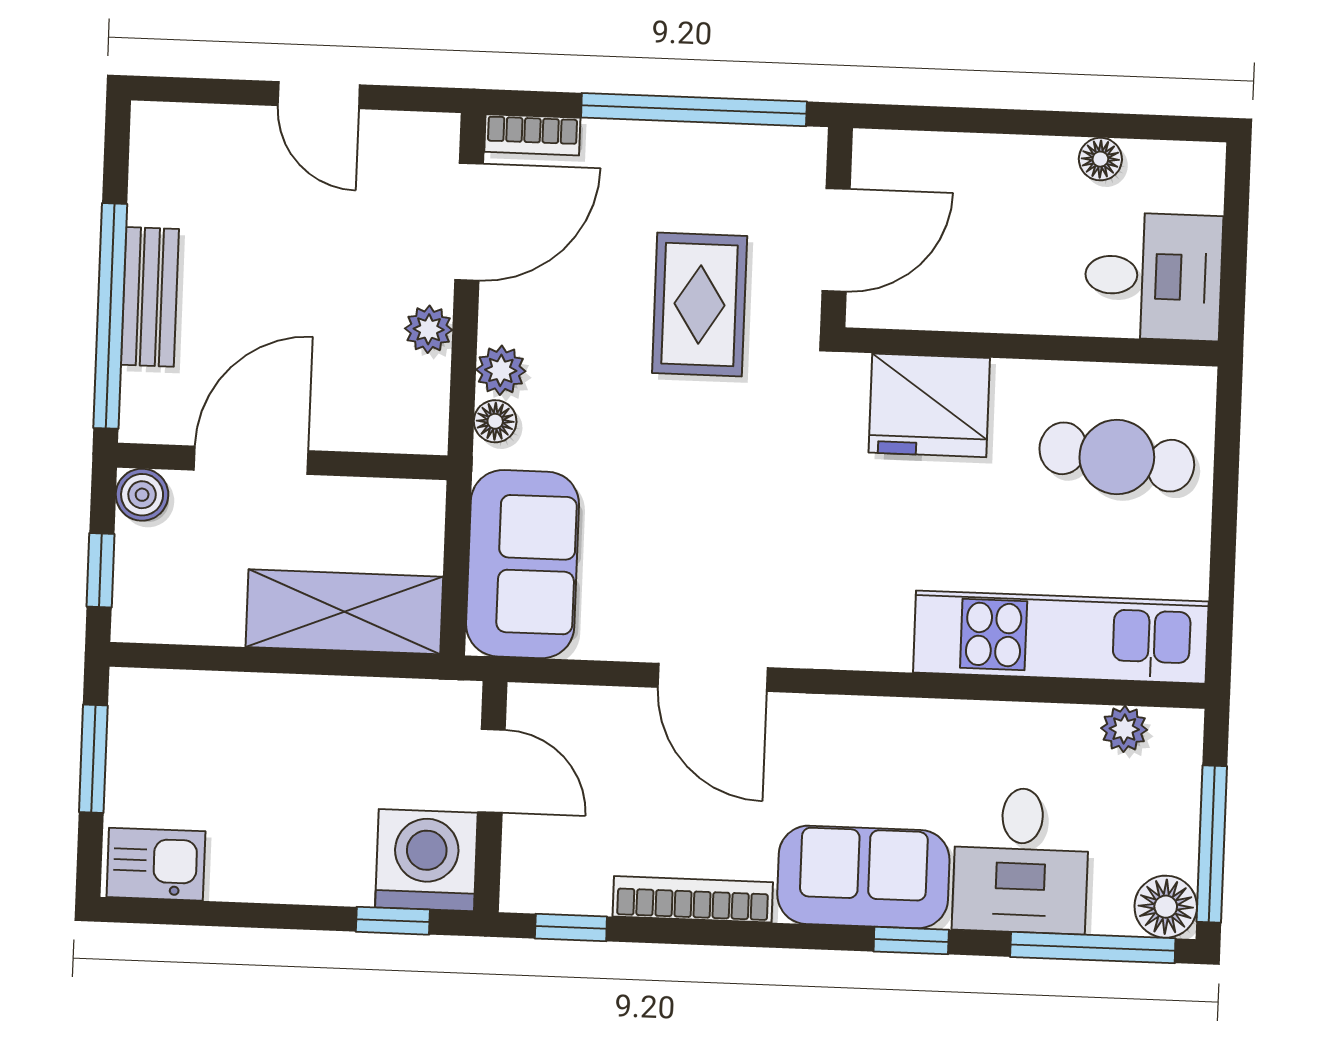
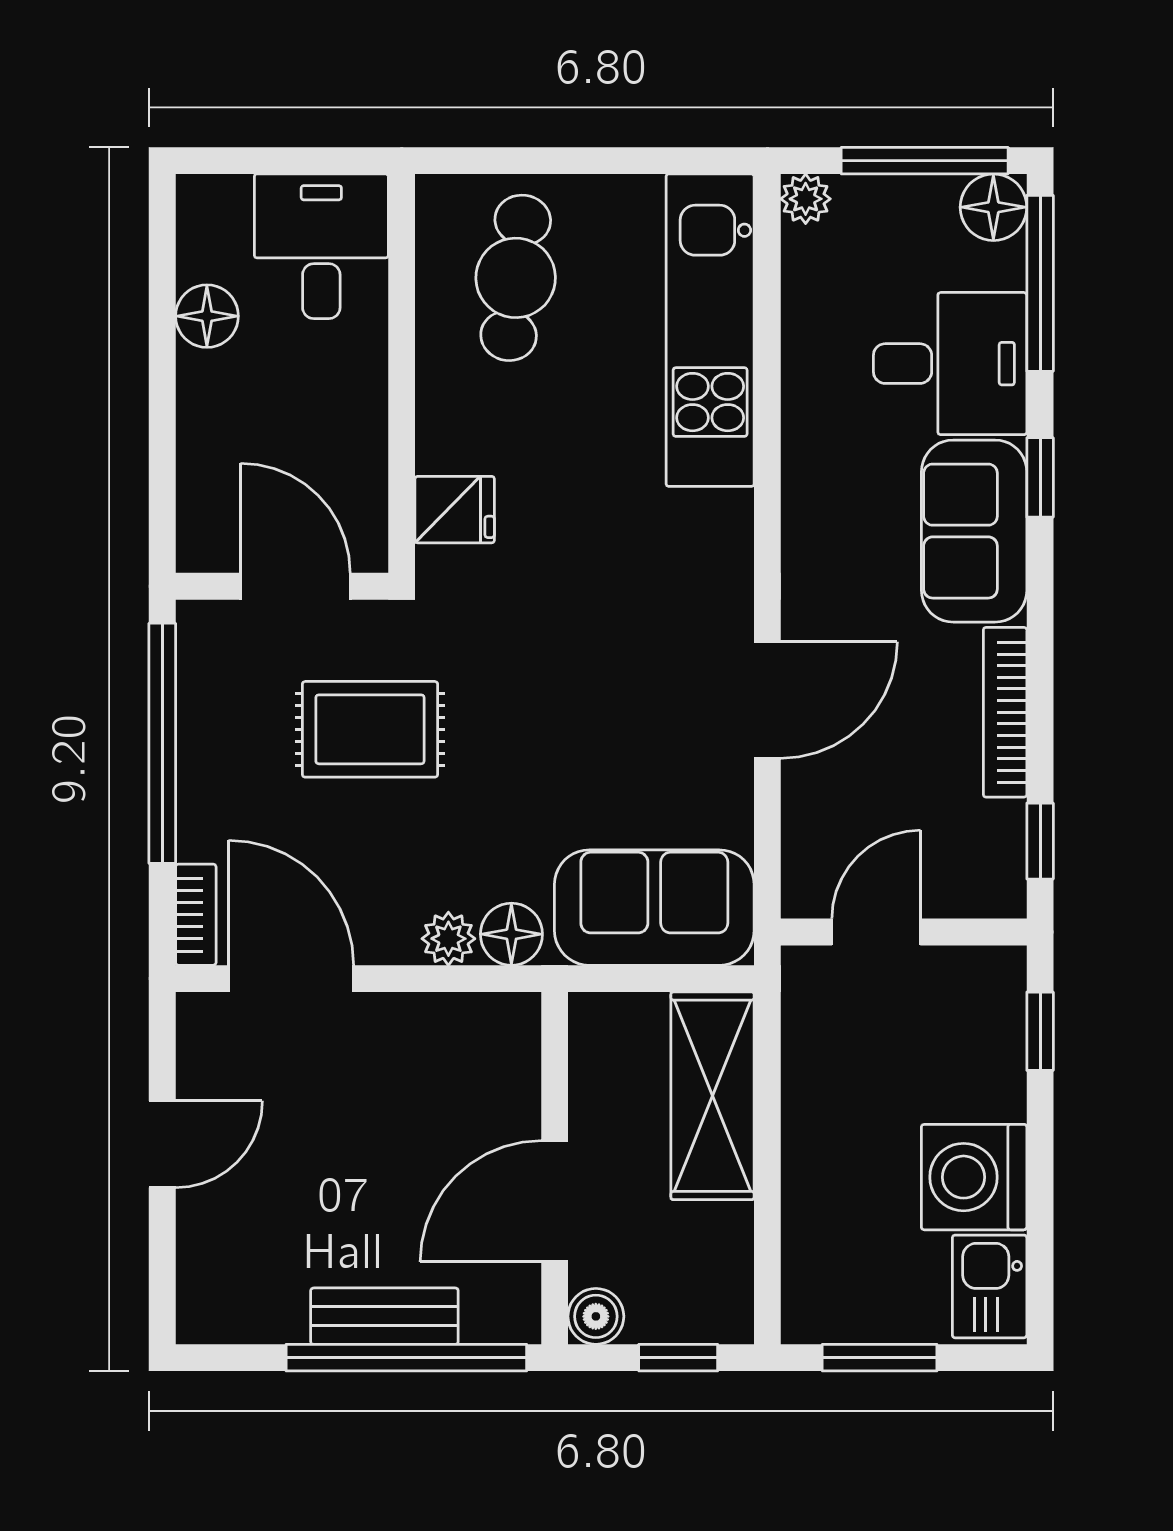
floor lamp: (1100, 159) -> (207, 316), width x1.37, depth x1.37
plant: (429, 329) -> (408, 1017), removed
fridge: (929, 405) -> (455, 510), width x0.53, depth x0.75
floor lamp: (495, 421) -> (511, 934), width x1.37, depth x1.37
door: (251, 460) -> (555, 1201), hinge flipped
plant: (1124, 729) -> (806, 199), moved
washing machine: (426, 860) -> (974, 1177), moved

